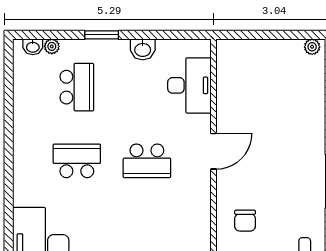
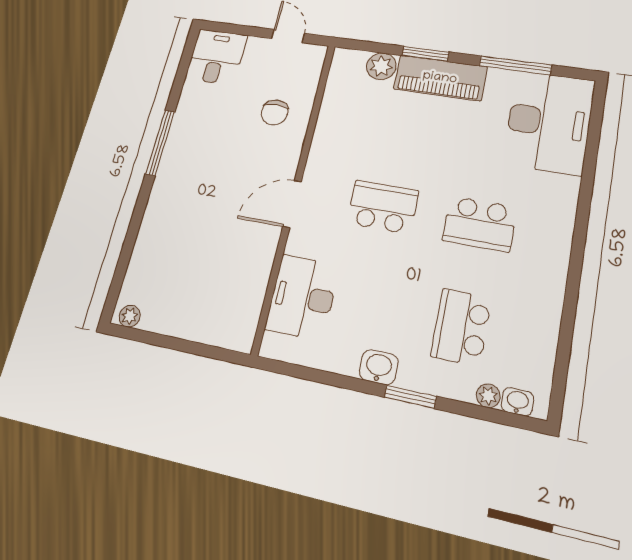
washbasin: (143, 49) -> (379, 367), moved
chair: (245, 221) -> (275, 112), turned 180

